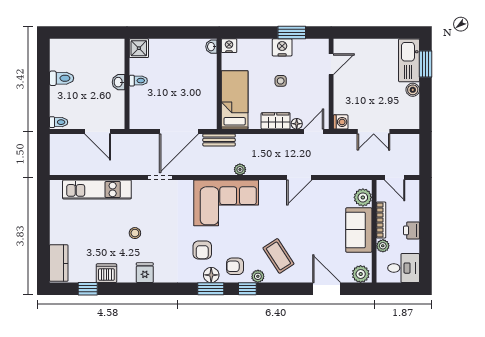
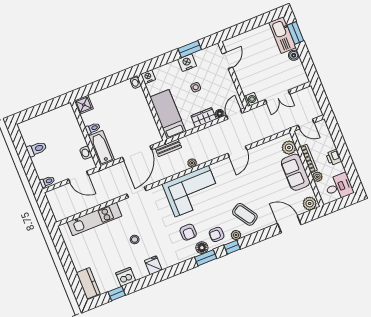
washbasin: (119, 82) -> (86, 153), moved
bathtub: (139, 108) -> (101, 148), added

